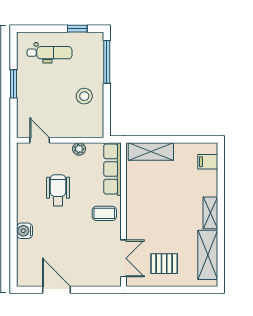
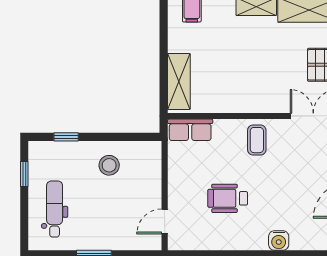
window: (107, 62) -> (66, 137), width x0.46
plant: (79, 149) -> (176, 172), removed
row of seats: (112, 169) -> (190, 130), width x0.68

